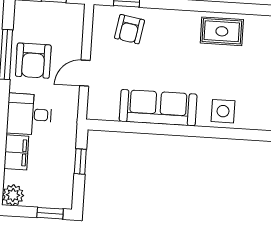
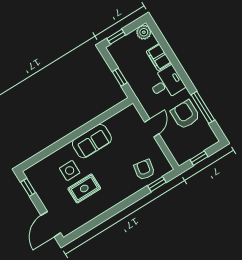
rug: (222, 31) -> (84, 188), moved
sofa: (158, 108) -> (92, 141), width x0.73
side table: (223, 111) -> (70, 170), moved

